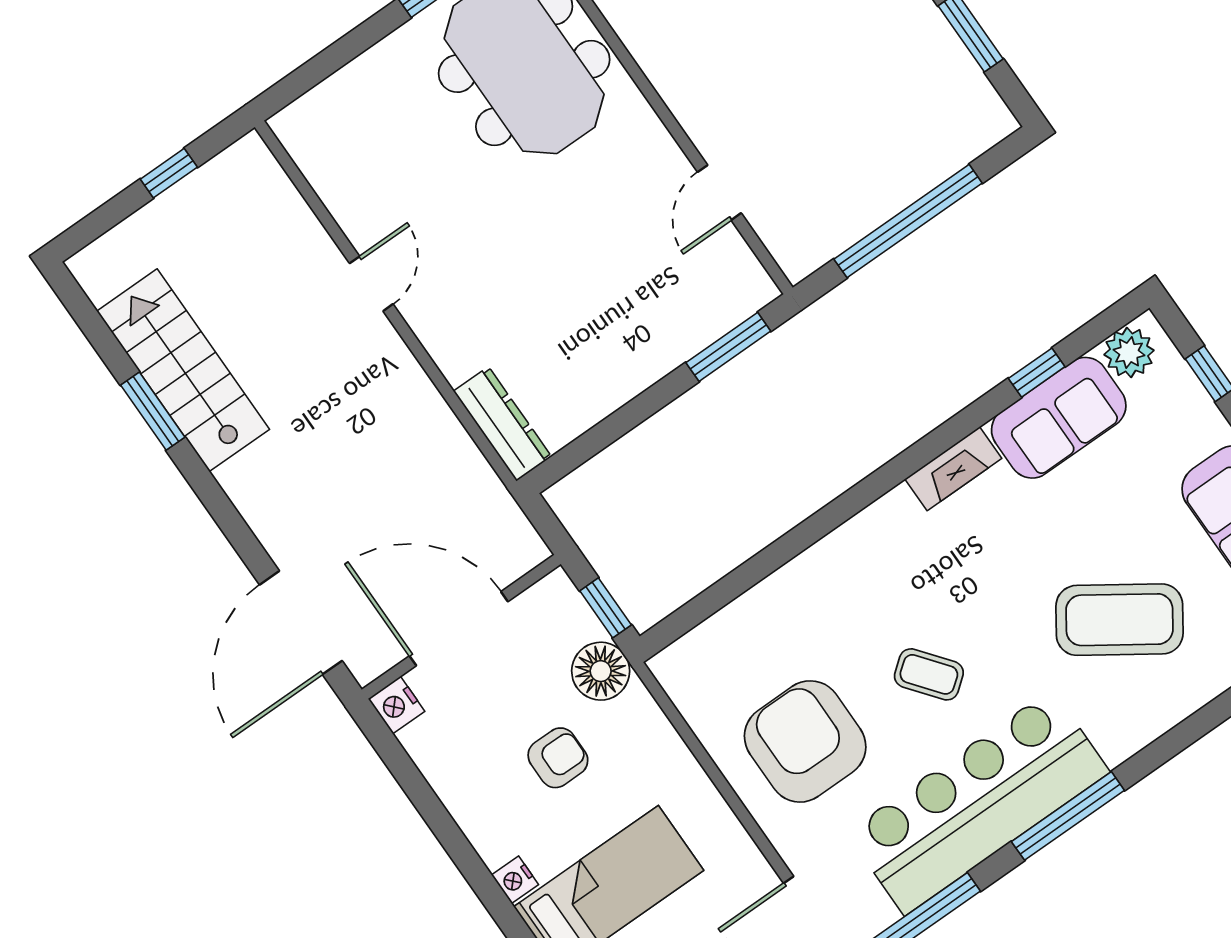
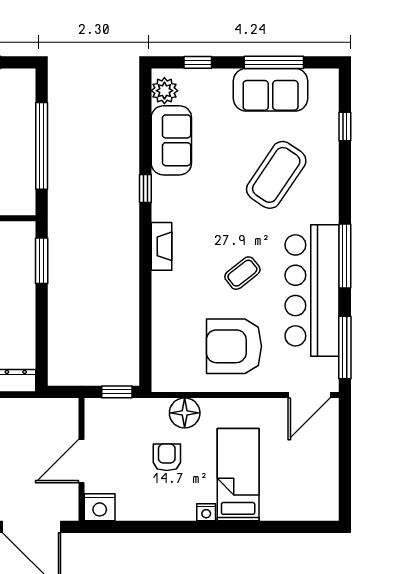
window: (1037, 373) -> (145, 188), moved
fireplace: (953, 469) -> (161, 246), moved
door: (459, 629) -> (82, 461), width x0.73
floor lamp: (601, 671) -> (185, 413), moved
nightstand: (397, 705) -> (100, 507), width x1.36, depth x1.33

